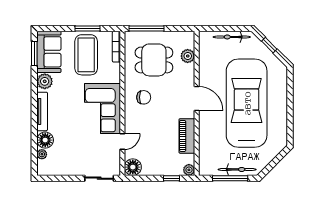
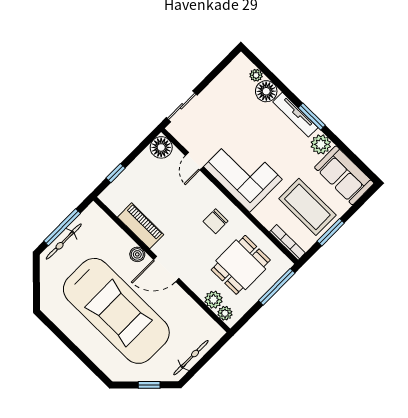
window: (34, 54) -> (312, 117), moved
boiler: (204, 122) -> (137, 254), added
plant: (189, 170) -> (225, 313), moved

